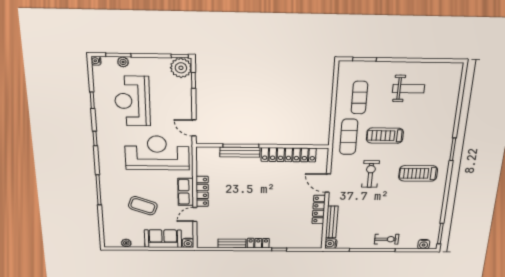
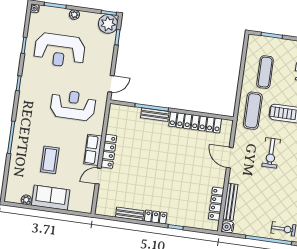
plant: (123, 62) -> (74, 15), moved
reception desk: (132, 101) -> (60, 50), turned -90
door: (194, 128) -> (111, 84), swing flipped
bench: (240, 152) -> (155, 115), width x0.73
reception desk: (157, 153) -> (73, 105), width x0.74, depth x0.77
exercise bike: (370, 174) -> (271, 153), turned 180
coffee table: (143, 206) -> (50, 160), turned 70
locker: (319, 210) -> (216, 204), moved
sofa: (163, 239) -> (51, 198), moved
water cooler: (188, 243) -> (87, 208), removed

